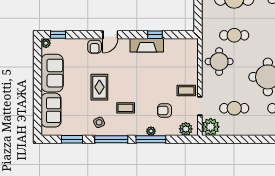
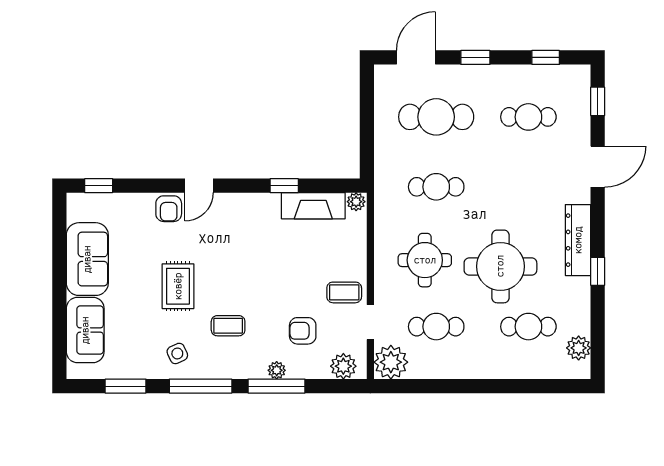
plant: (46, 43) -> (356, 202), moved
fireplace: (147, 45) -> (313, 206), moved
round table: (219, 62) -> (425, 260), moved

